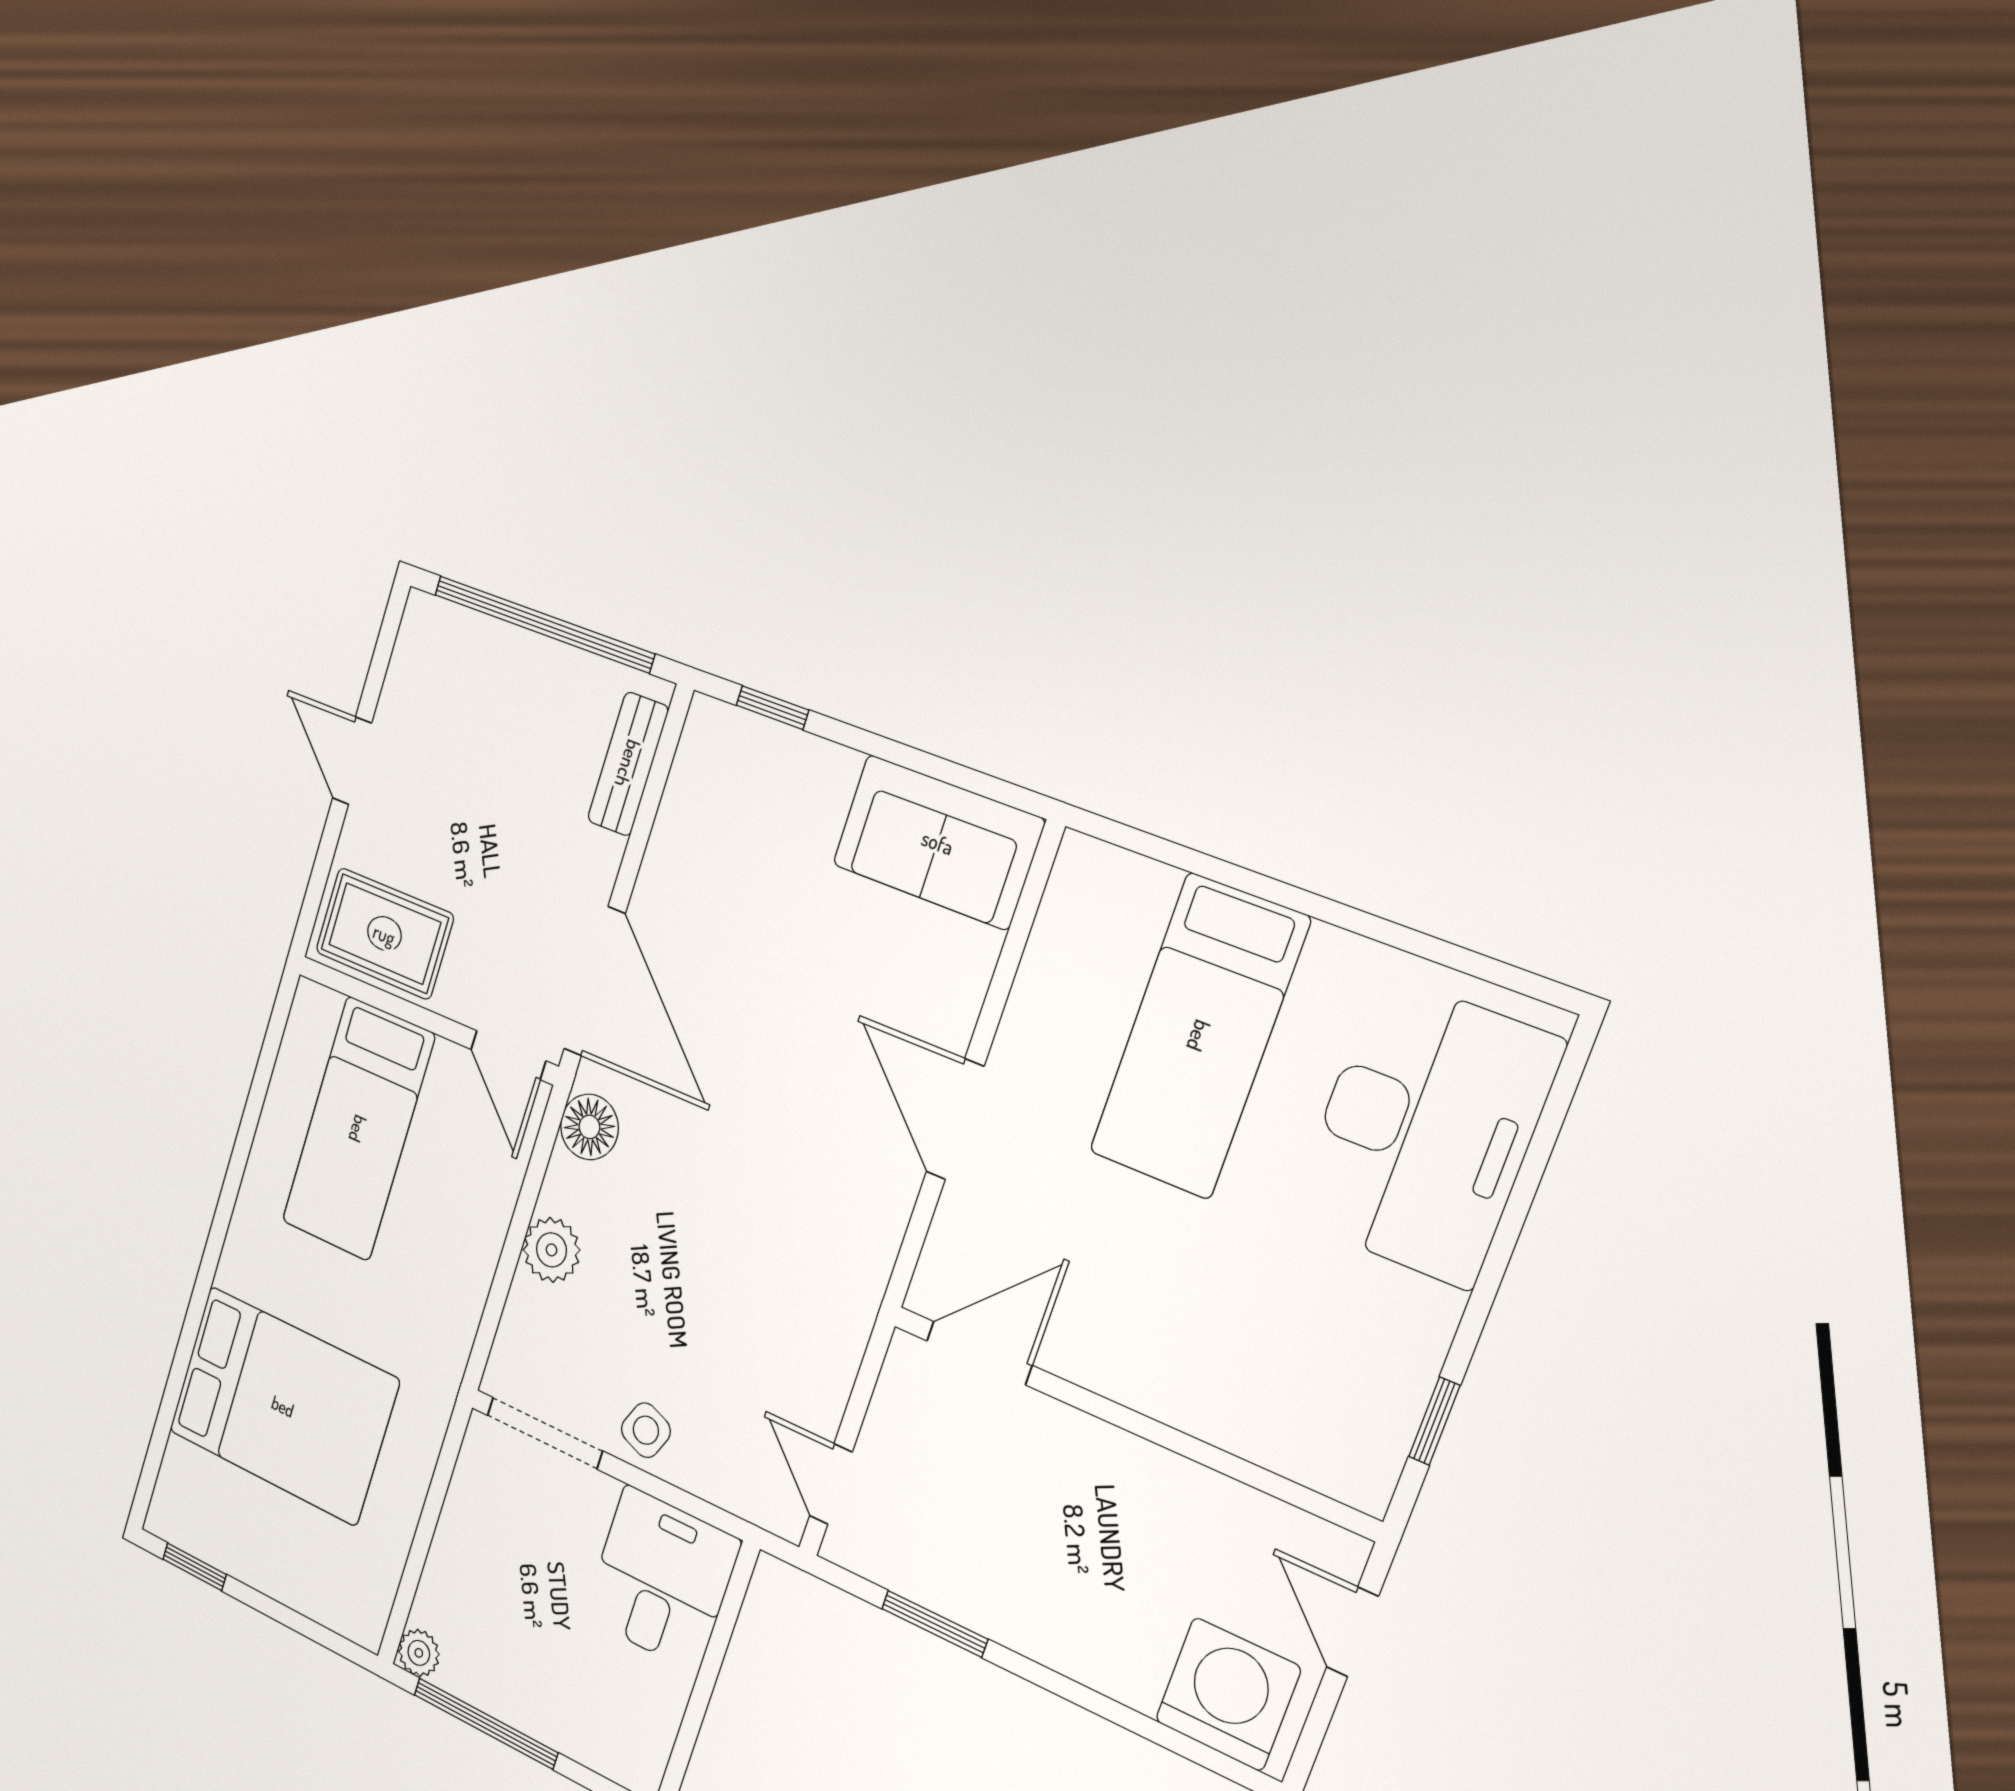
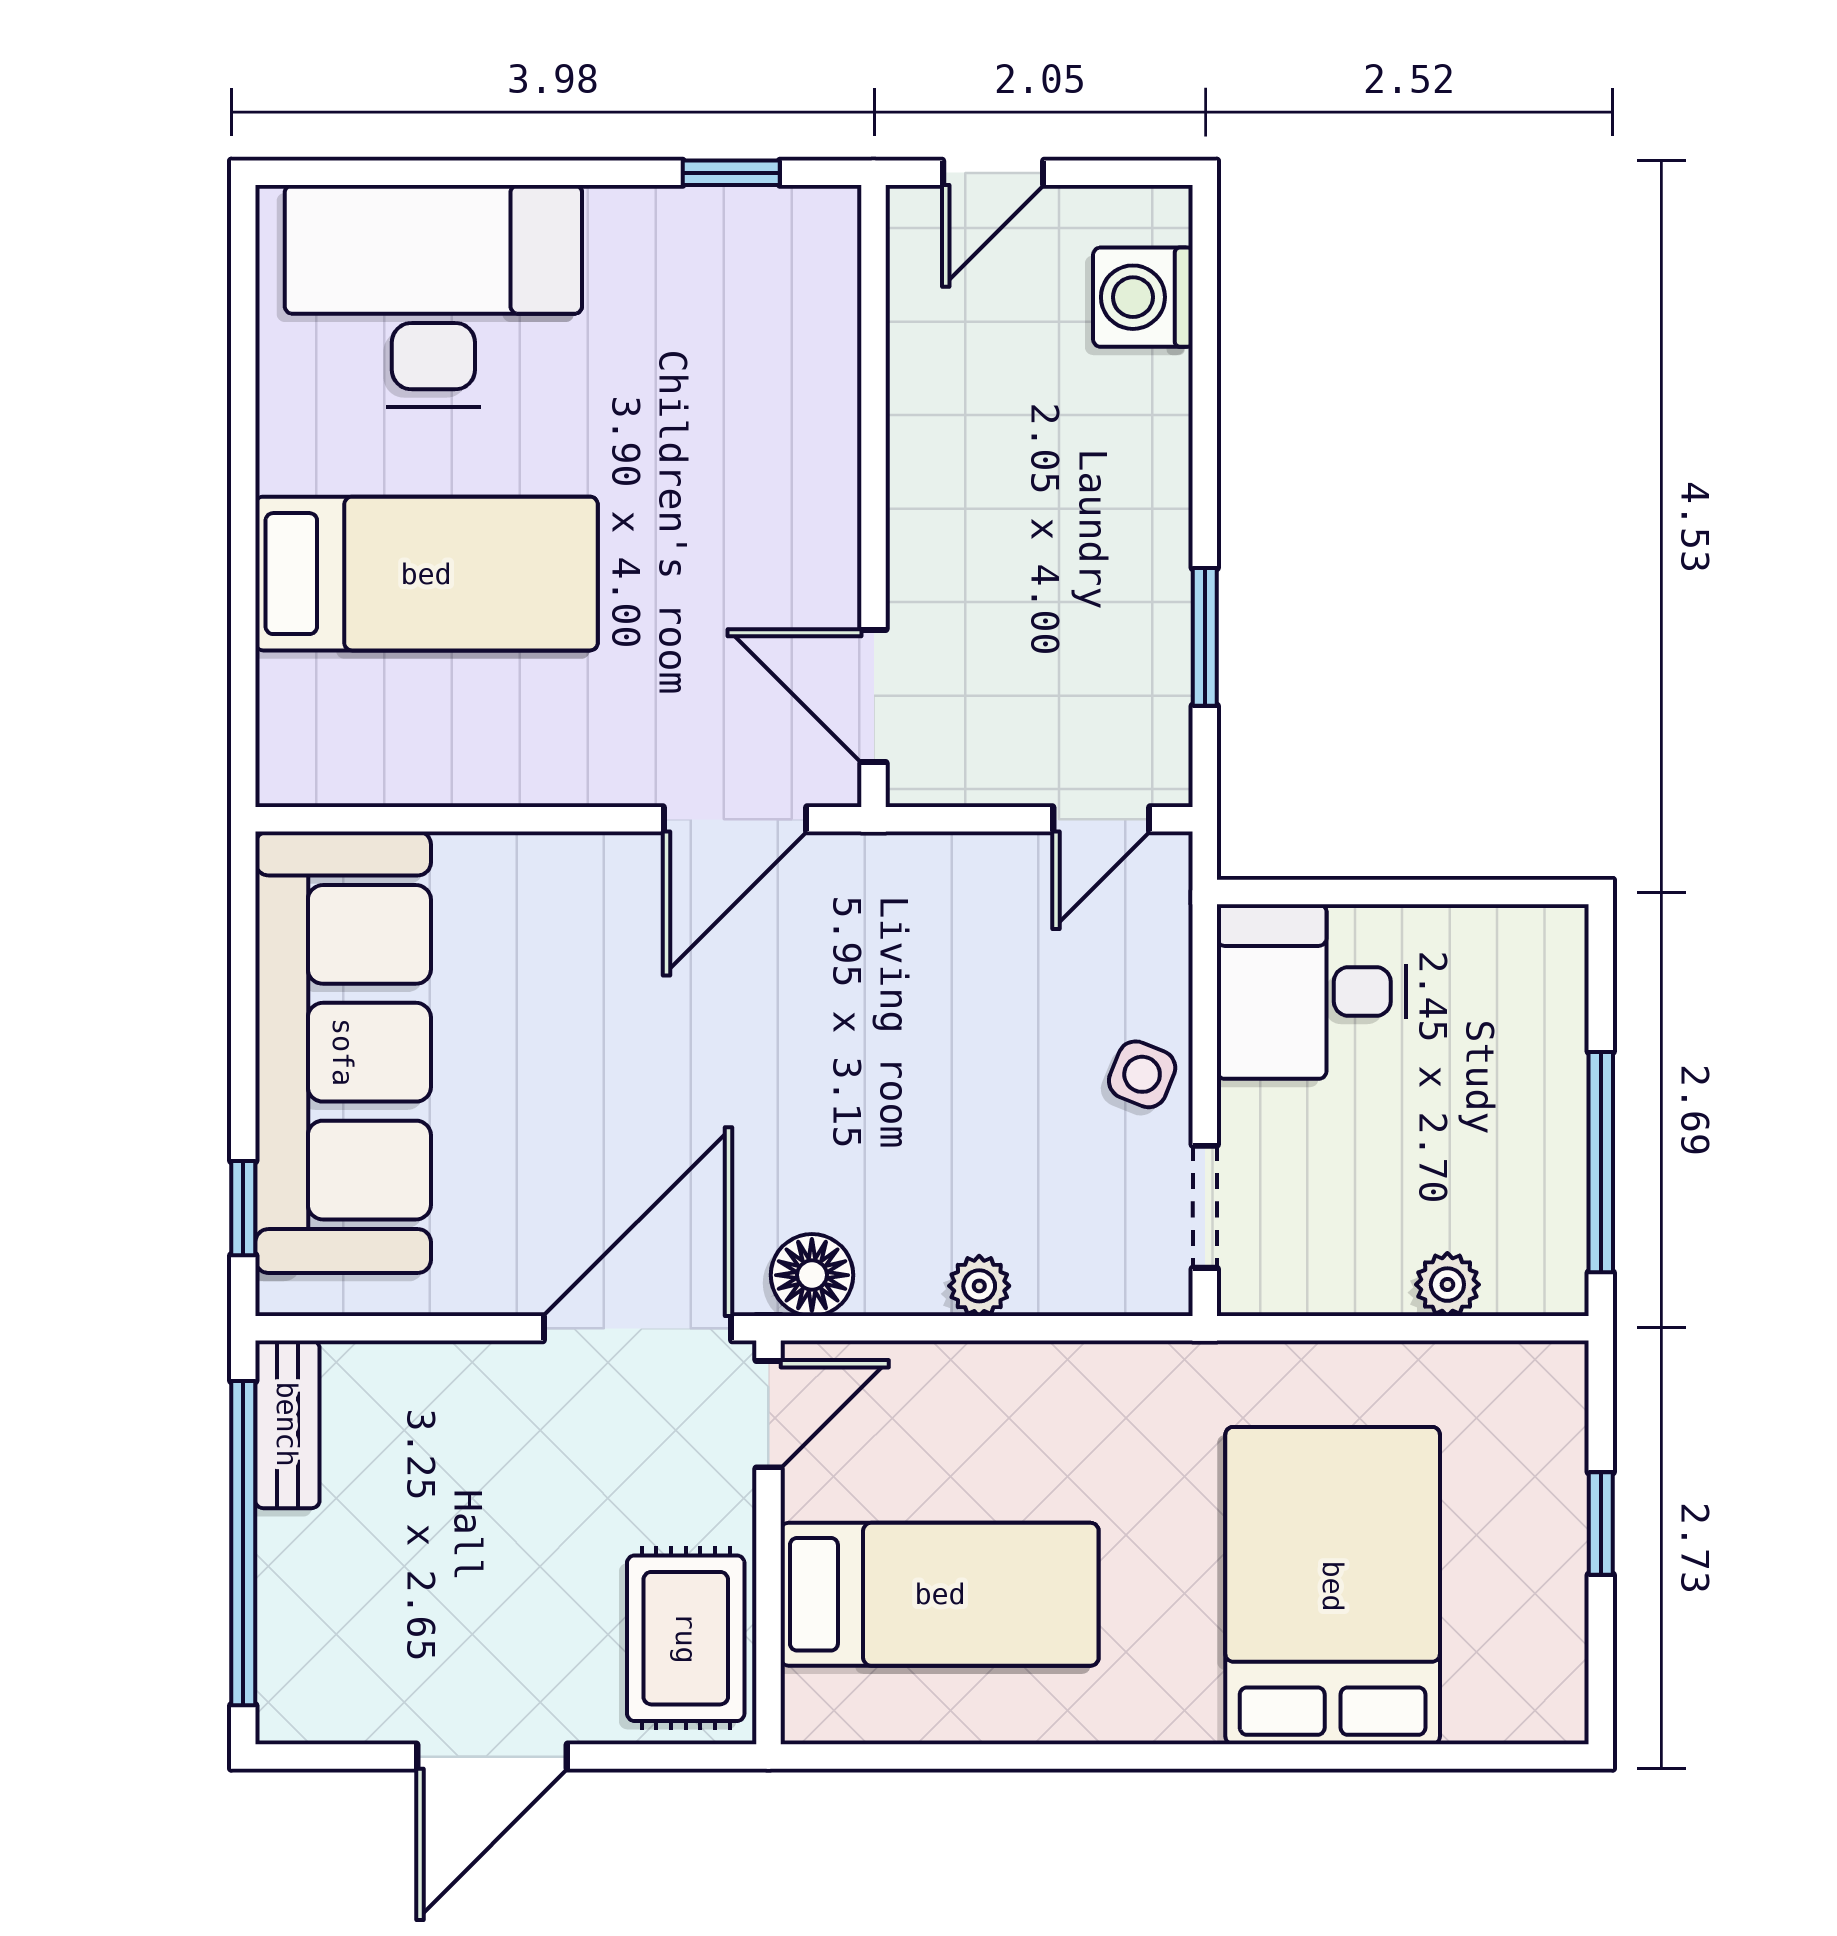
door: (352, 761) -> (492, 1757), width x1.38
bench: (628, 764) -> (287, 1424), moved, turned 90
sofa: (938, 842) -> (343, 1052), width x1.85, depth x1.27
door: (955, 1119) -> (735, 819), moved
plant: (551, 1250) -> (979, 1286), width x0.73, depth x0.73
doorway: (545, 1433) -> (1205, 1207), width x0.73
window: (195, 1567) -> (1601, 1524), moved
plant: (419, 1653) -> (1447, 1285), moved
washing machine: (1228, 1694) -> (1143, 297), width x0.73, depth x0.73

